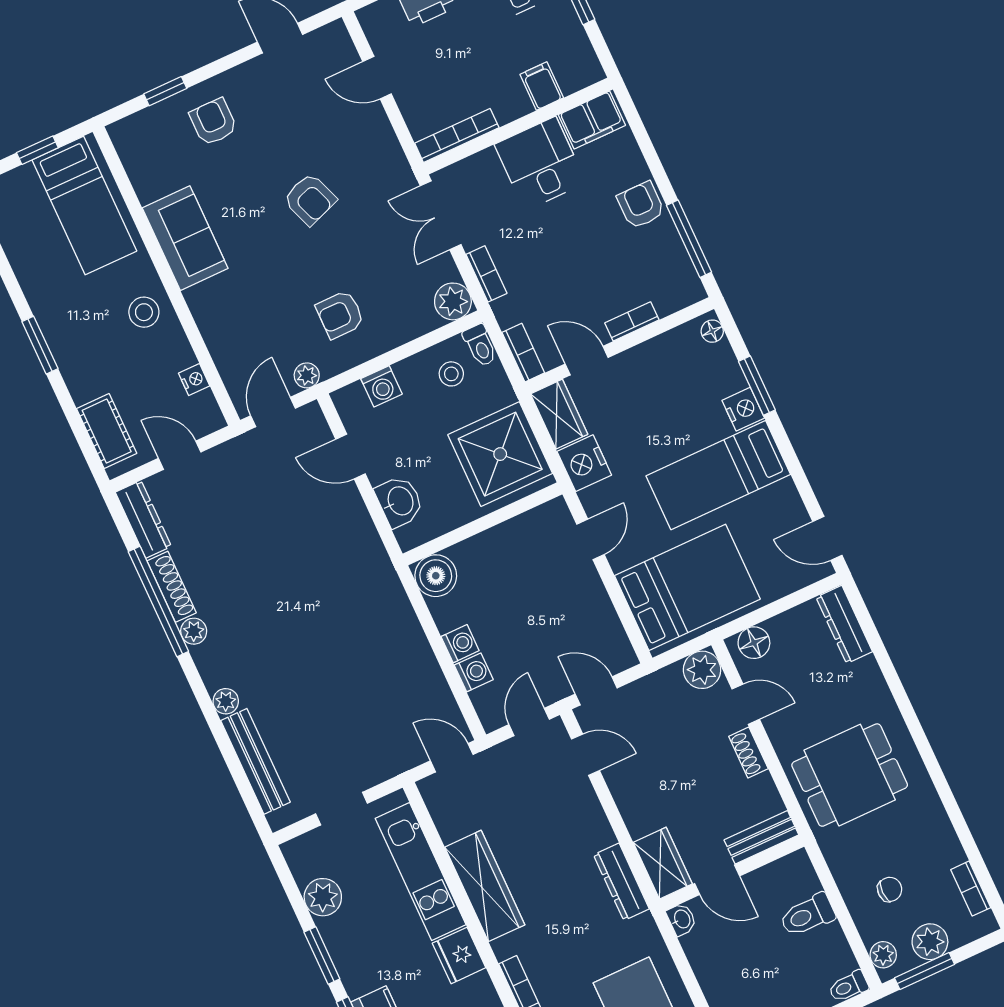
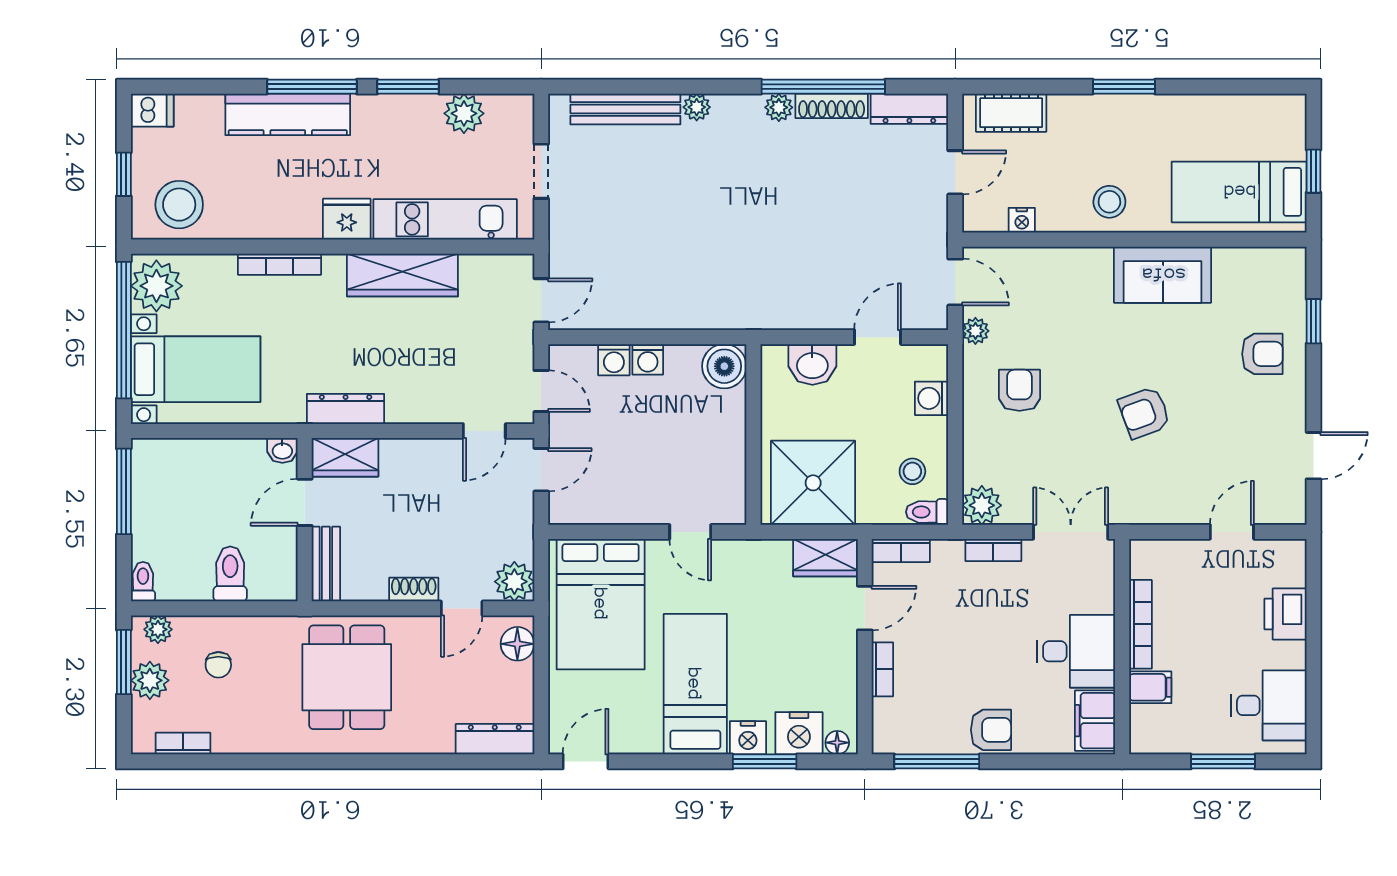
bookcase: (457, 135) -> (1140, 624), moved
nightstand: (584, 463) -> (799, 733), moved, turned 180

